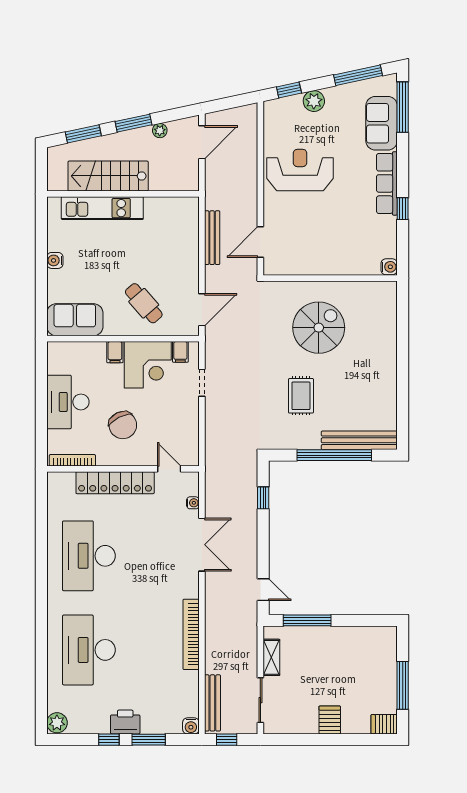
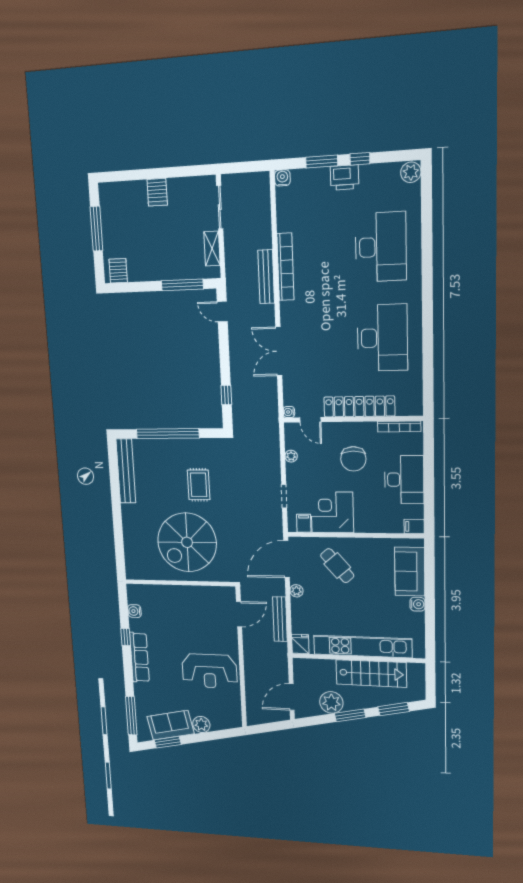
window: (358, 75) -> (168, 742), width x0.69
window: (289, 90) -> (222, 734), removed
sofa: (382, 123) -> (170, 725), moved, turned -102
plant: (160, 131) -> (331, 702), width x1.88, depth x1.88
kitchen unit: (102, 208) -> (363, 647), width x1.36
fridge: (189, 208) -> (300, 644), added
water cooler: (389, 267) -> (134, 611), moved
plant: (192, 272) -> (296, 591), added
door: (202, 310) -> (286, 559), width x1.36
sofa: (75, 320) -> (410, 572), moved, turned 90
spiral stairs: (319, 328) -> (187, 542), width x1.37, depth x1.37
filing cabinet: (115, 352) -> (414, 526), moved, turned -90
chair: (123, 425) -> (353, 459), turned -153
plant: (192, 429) -> (291, 456), added
bench: (359, 440) -> (126, 471), moved, turned 90
water cooler: (193, 503) -> (289, 412), moved
bench: (212, 703) -> (266, 277), moved
server rack: (384, 724) -> (118, 271), moved, turned -90
window: (227, 740) -> (249, 167), removed

